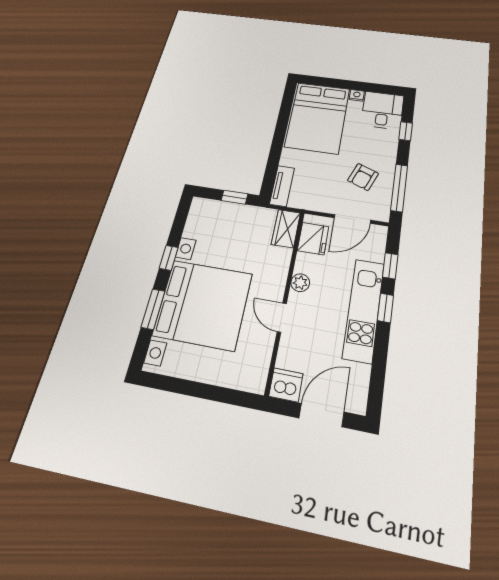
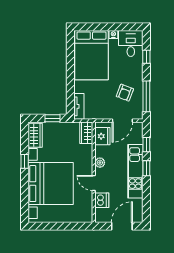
wardrobe: (199, 219) -> (35, 135), added
window: (153, 309) -> (25, 191), removed
dishwasher: (286, 385) -> (102, 200), moved, turned 90

